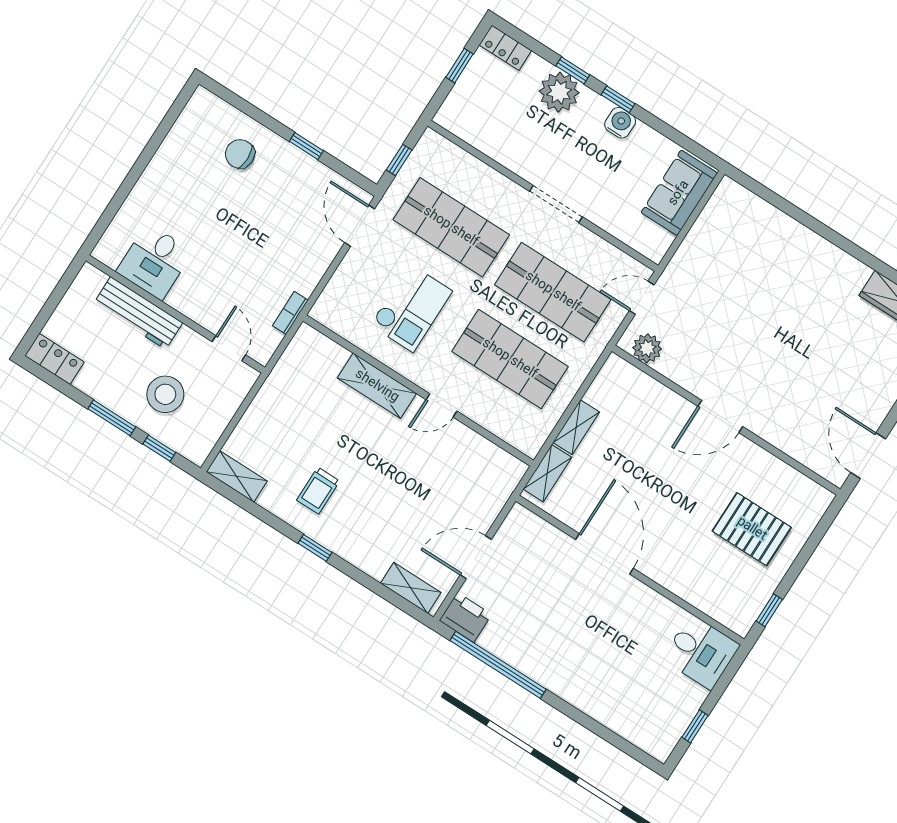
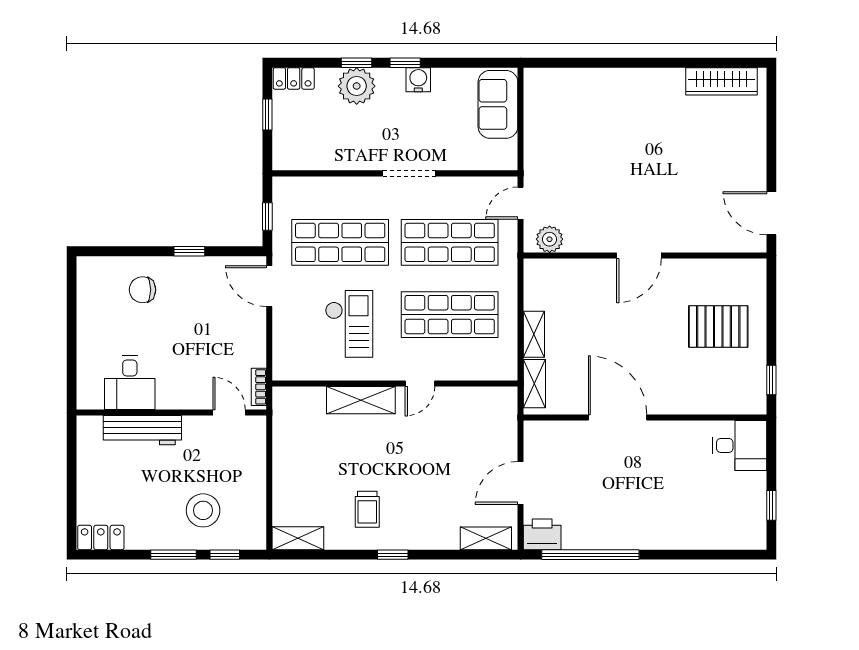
desk: (155, 262) -> (130, 383), moved
workbench: (138, 313) -> (142, 430), moved
wall: (175, 314) -> (171, 413), moved
door: (229, 348) -> (229, 413), moved

